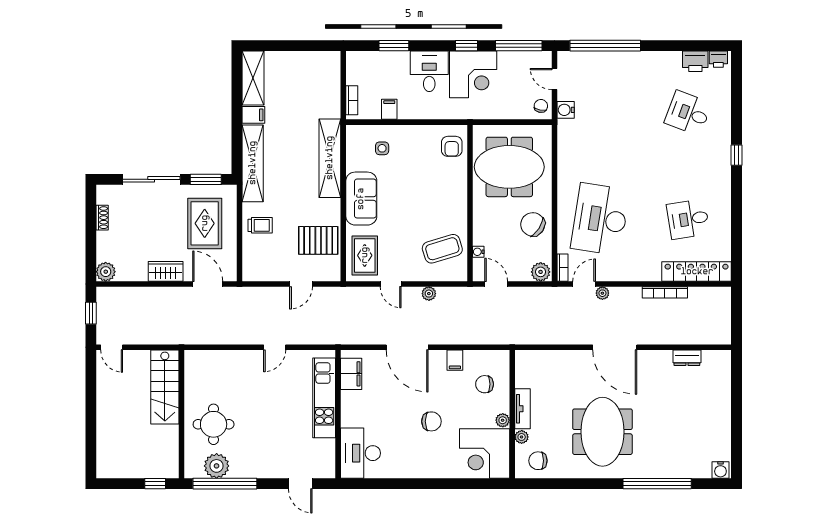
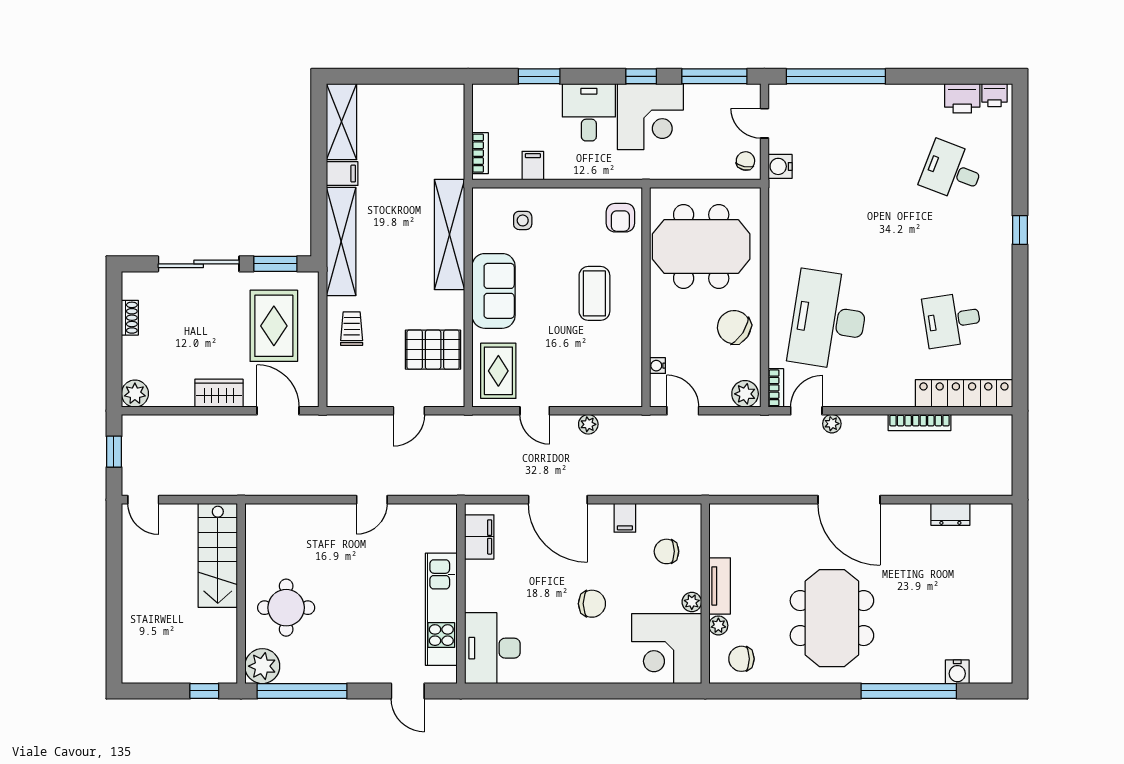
trolley: (260, 225) -> (352, 329), turned -90
coffee table: (442, 249) -> (594, 293), moved, turned -73
kitchen unit: (324, 398) -> (441, 609), moved
plant: (217, 466) -> (262, 666), moved
water cooler: (720, 470) -> (957, 672), moved

